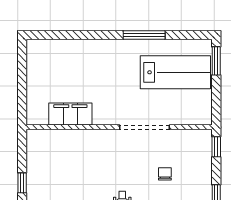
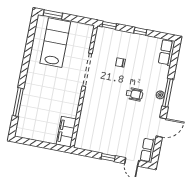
window: (144, 35) -> (18, 102), moved
filing cabinet: (70, 114) -> (66, 132), moved

